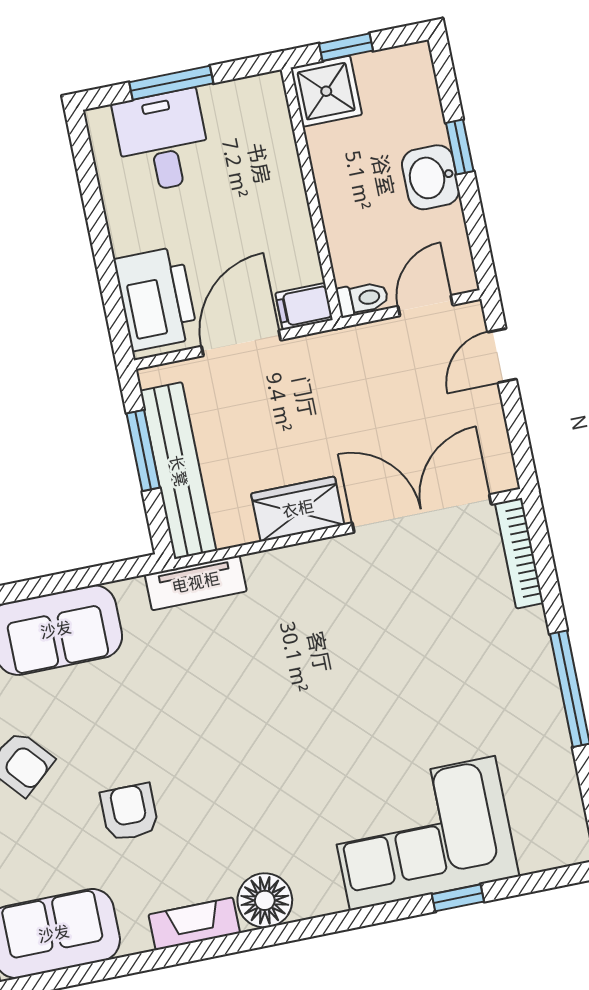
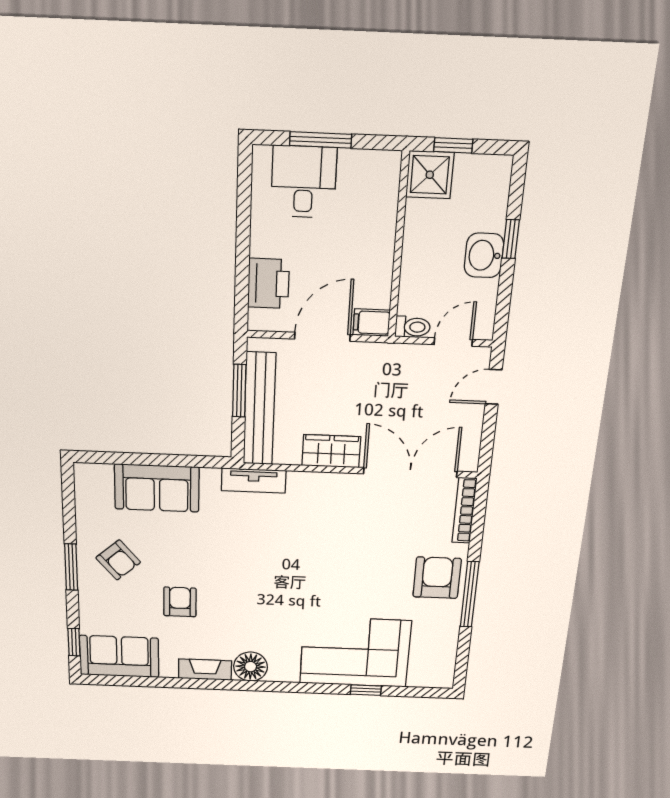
printer: (156, 299) -> (268, 283), width x0.73, depth x0.84
armchair: (512, 673) -> (437, 578), added

